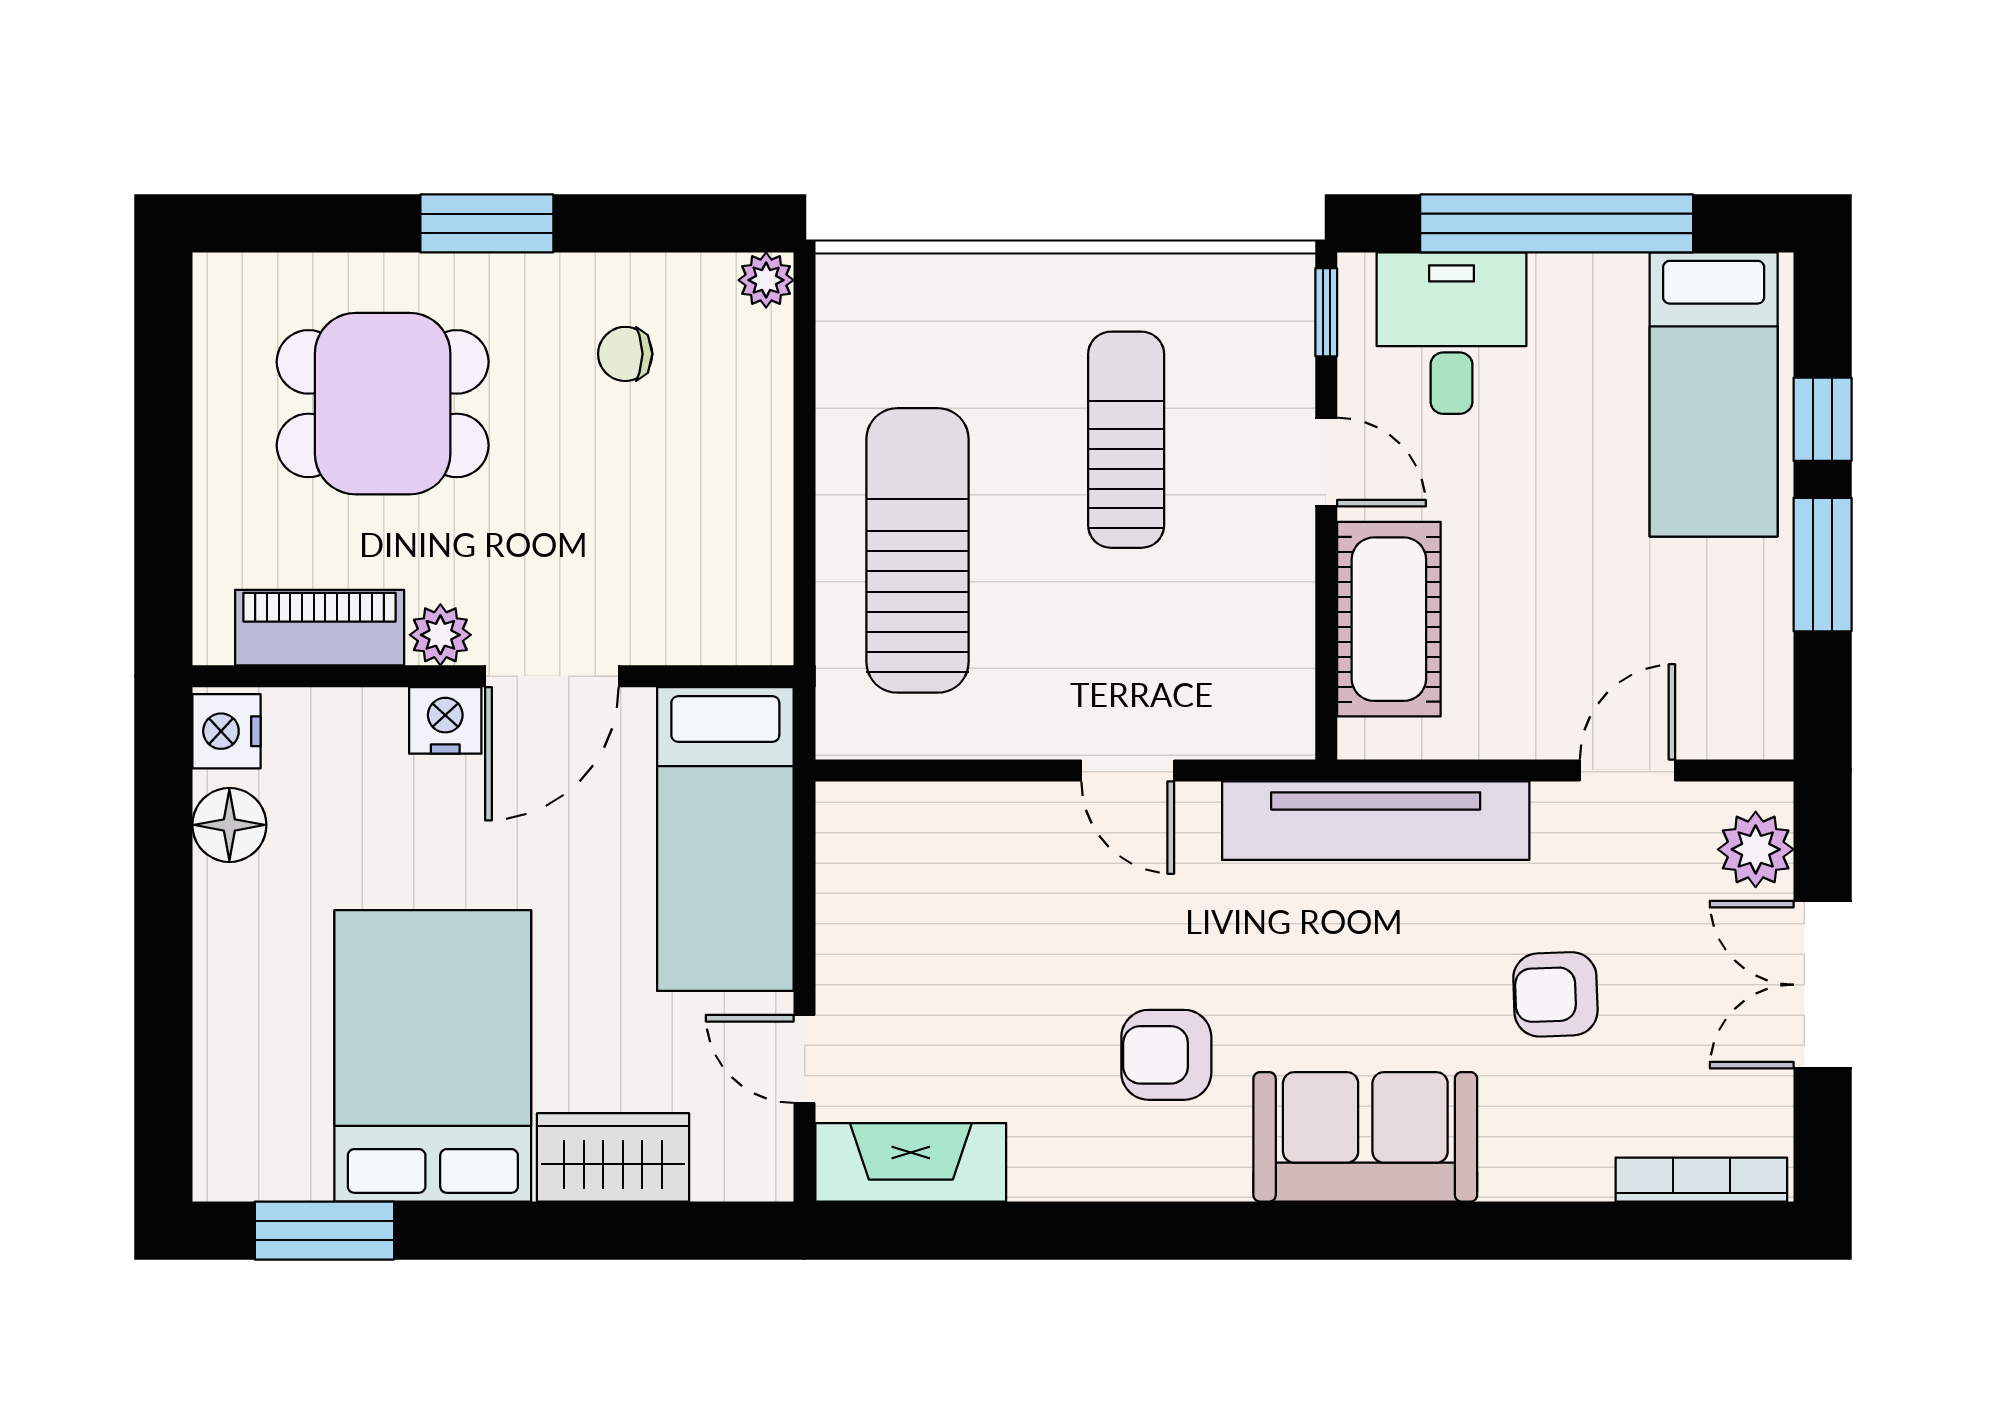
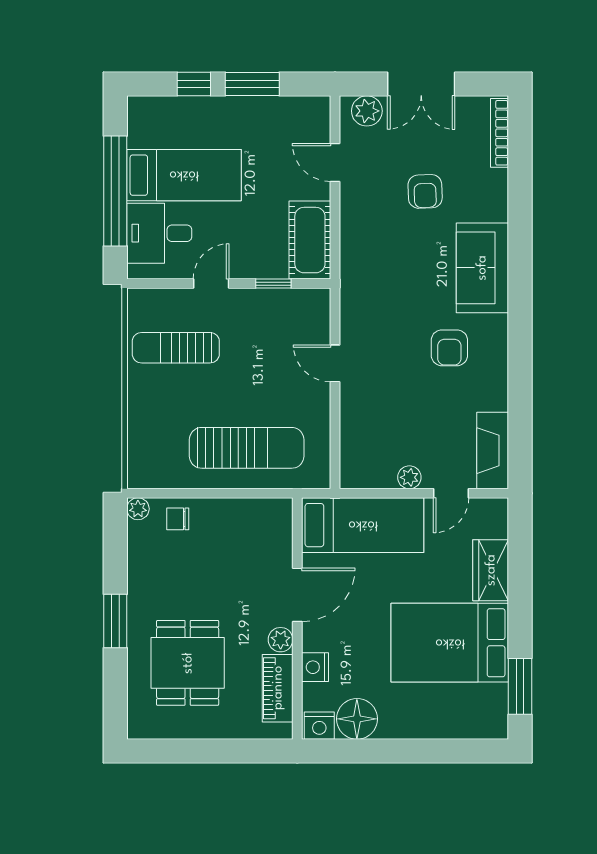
window: (1326, 312) -> (273, 284), moved
chair: (625, 354) -> (178, 519), moved, turned 90
bed: (1714, 394) -> (184, 175), moved
sun lounger: (1126, 440) -> (176, 348), moved
sun lounger: (918, 550) -> (247, 448), turned 180
cot: (1389, 619) -> (310, 240), moved, turned 90
door: (552, 676) -> (297, 595), hinge flipped
nightstand: (445, 720) -> (315, 667), moved
door: (1128, 770) -> (335, 363), swing flipped
tv unit: (1376, 821) -> (355, 264), removed
floor lamp: (229, 825) -> (357, 719), width x1.38, depth x1.38
plant: (844, 955) -> (409, 477), added

